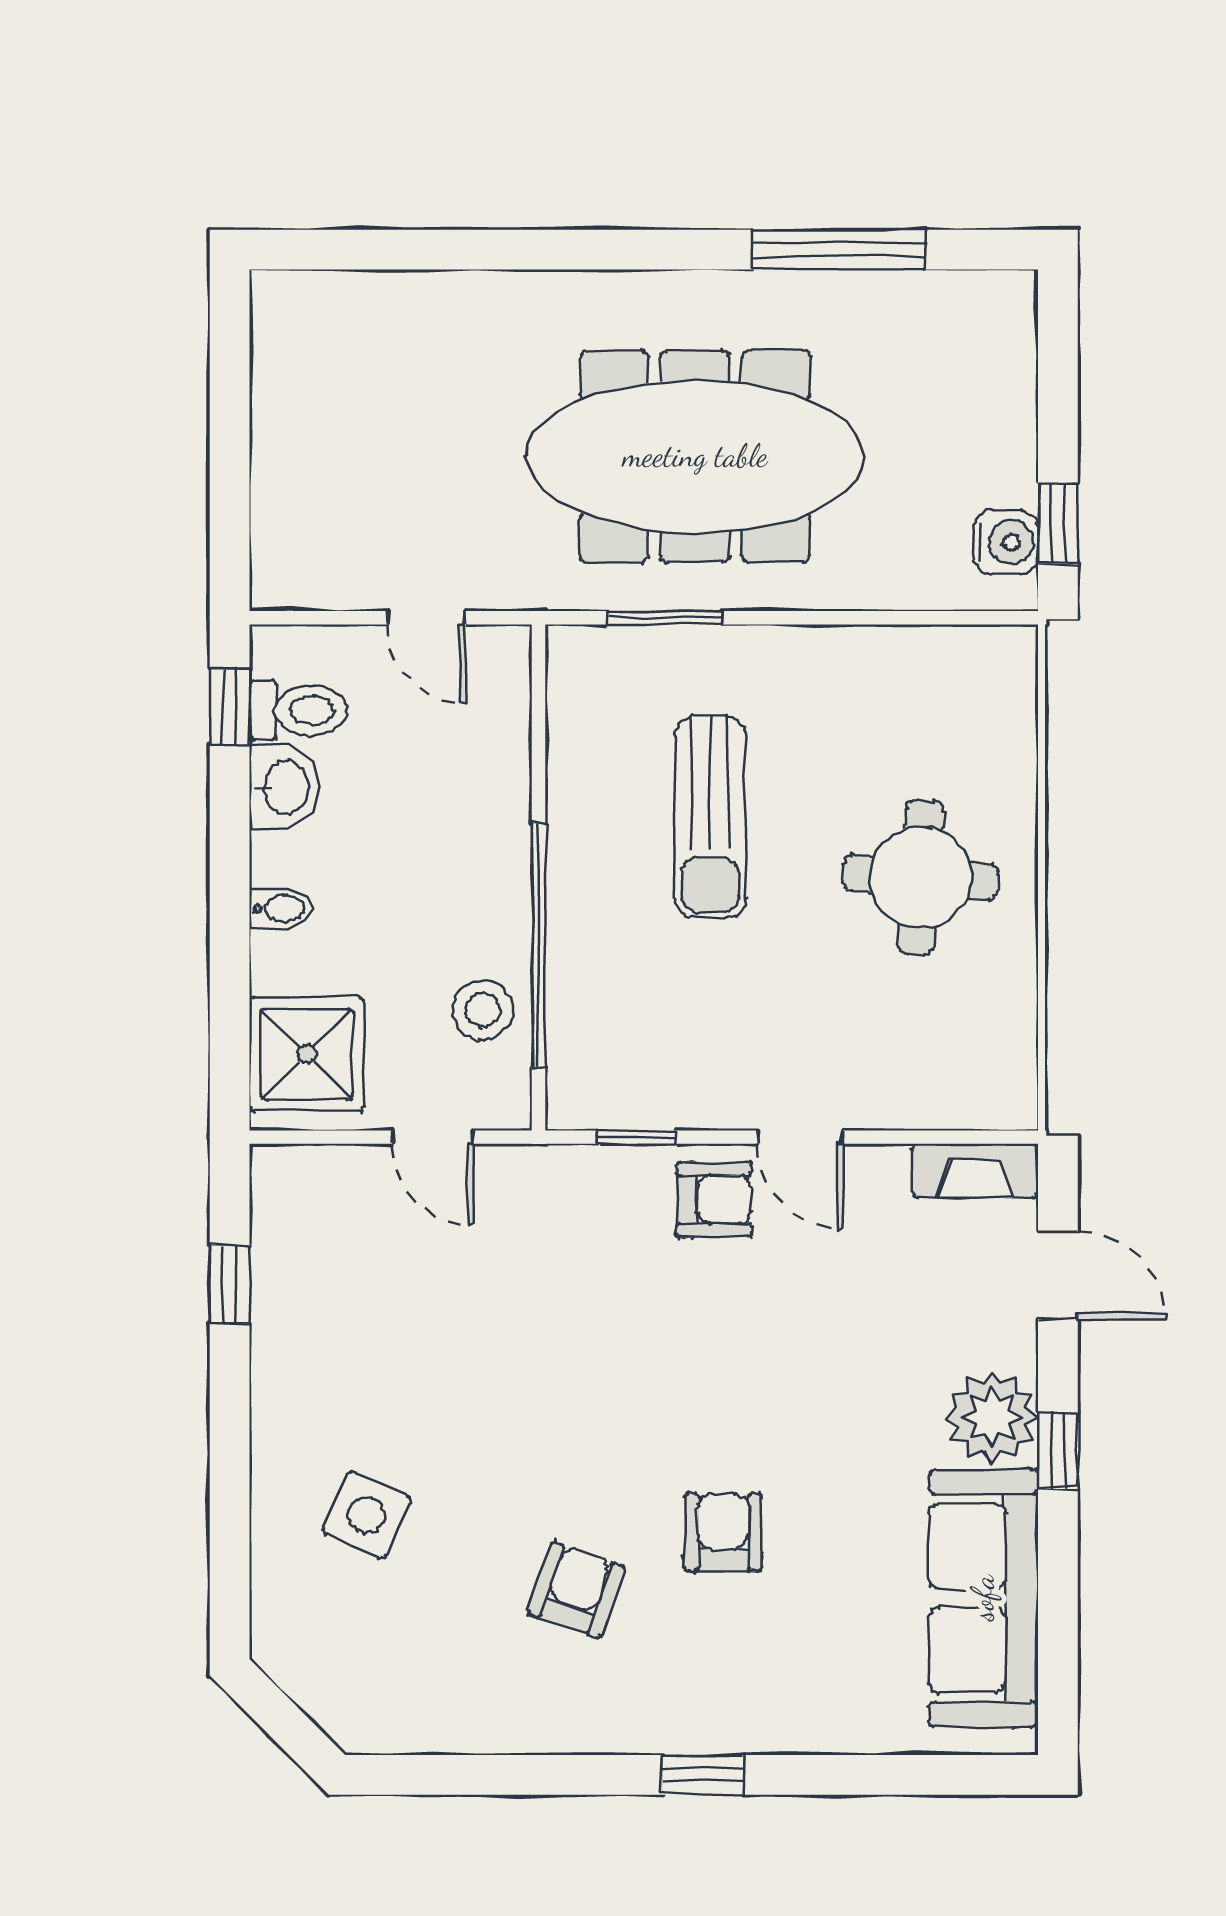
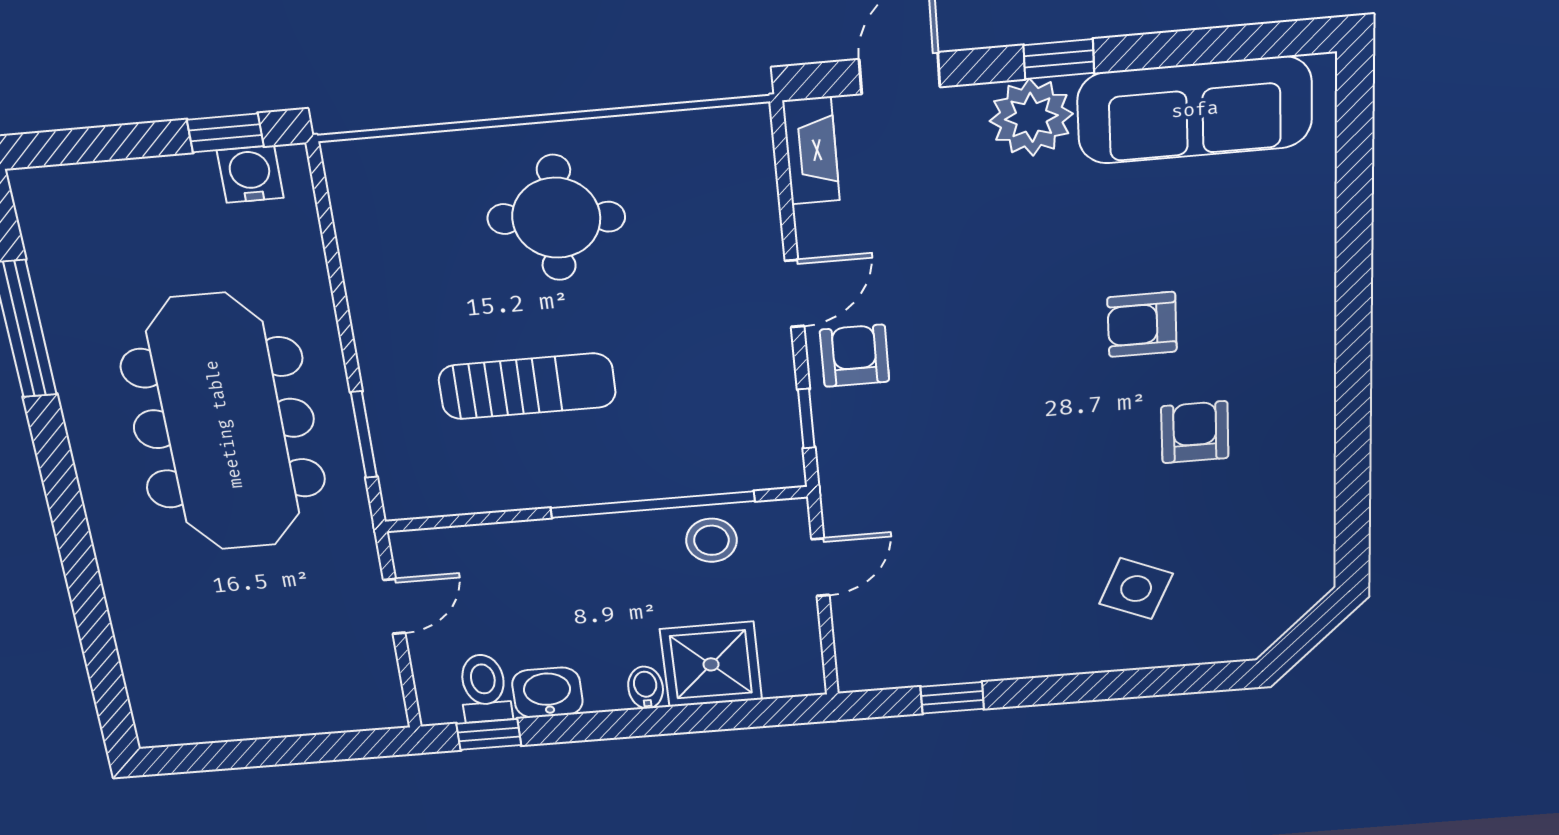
shower: (307, 1054) -> (711, 664), moved
armchair: (576, 1590) -> (1195, 432), turned 71
window: (703, 1775) -> (1353, 322), removed

